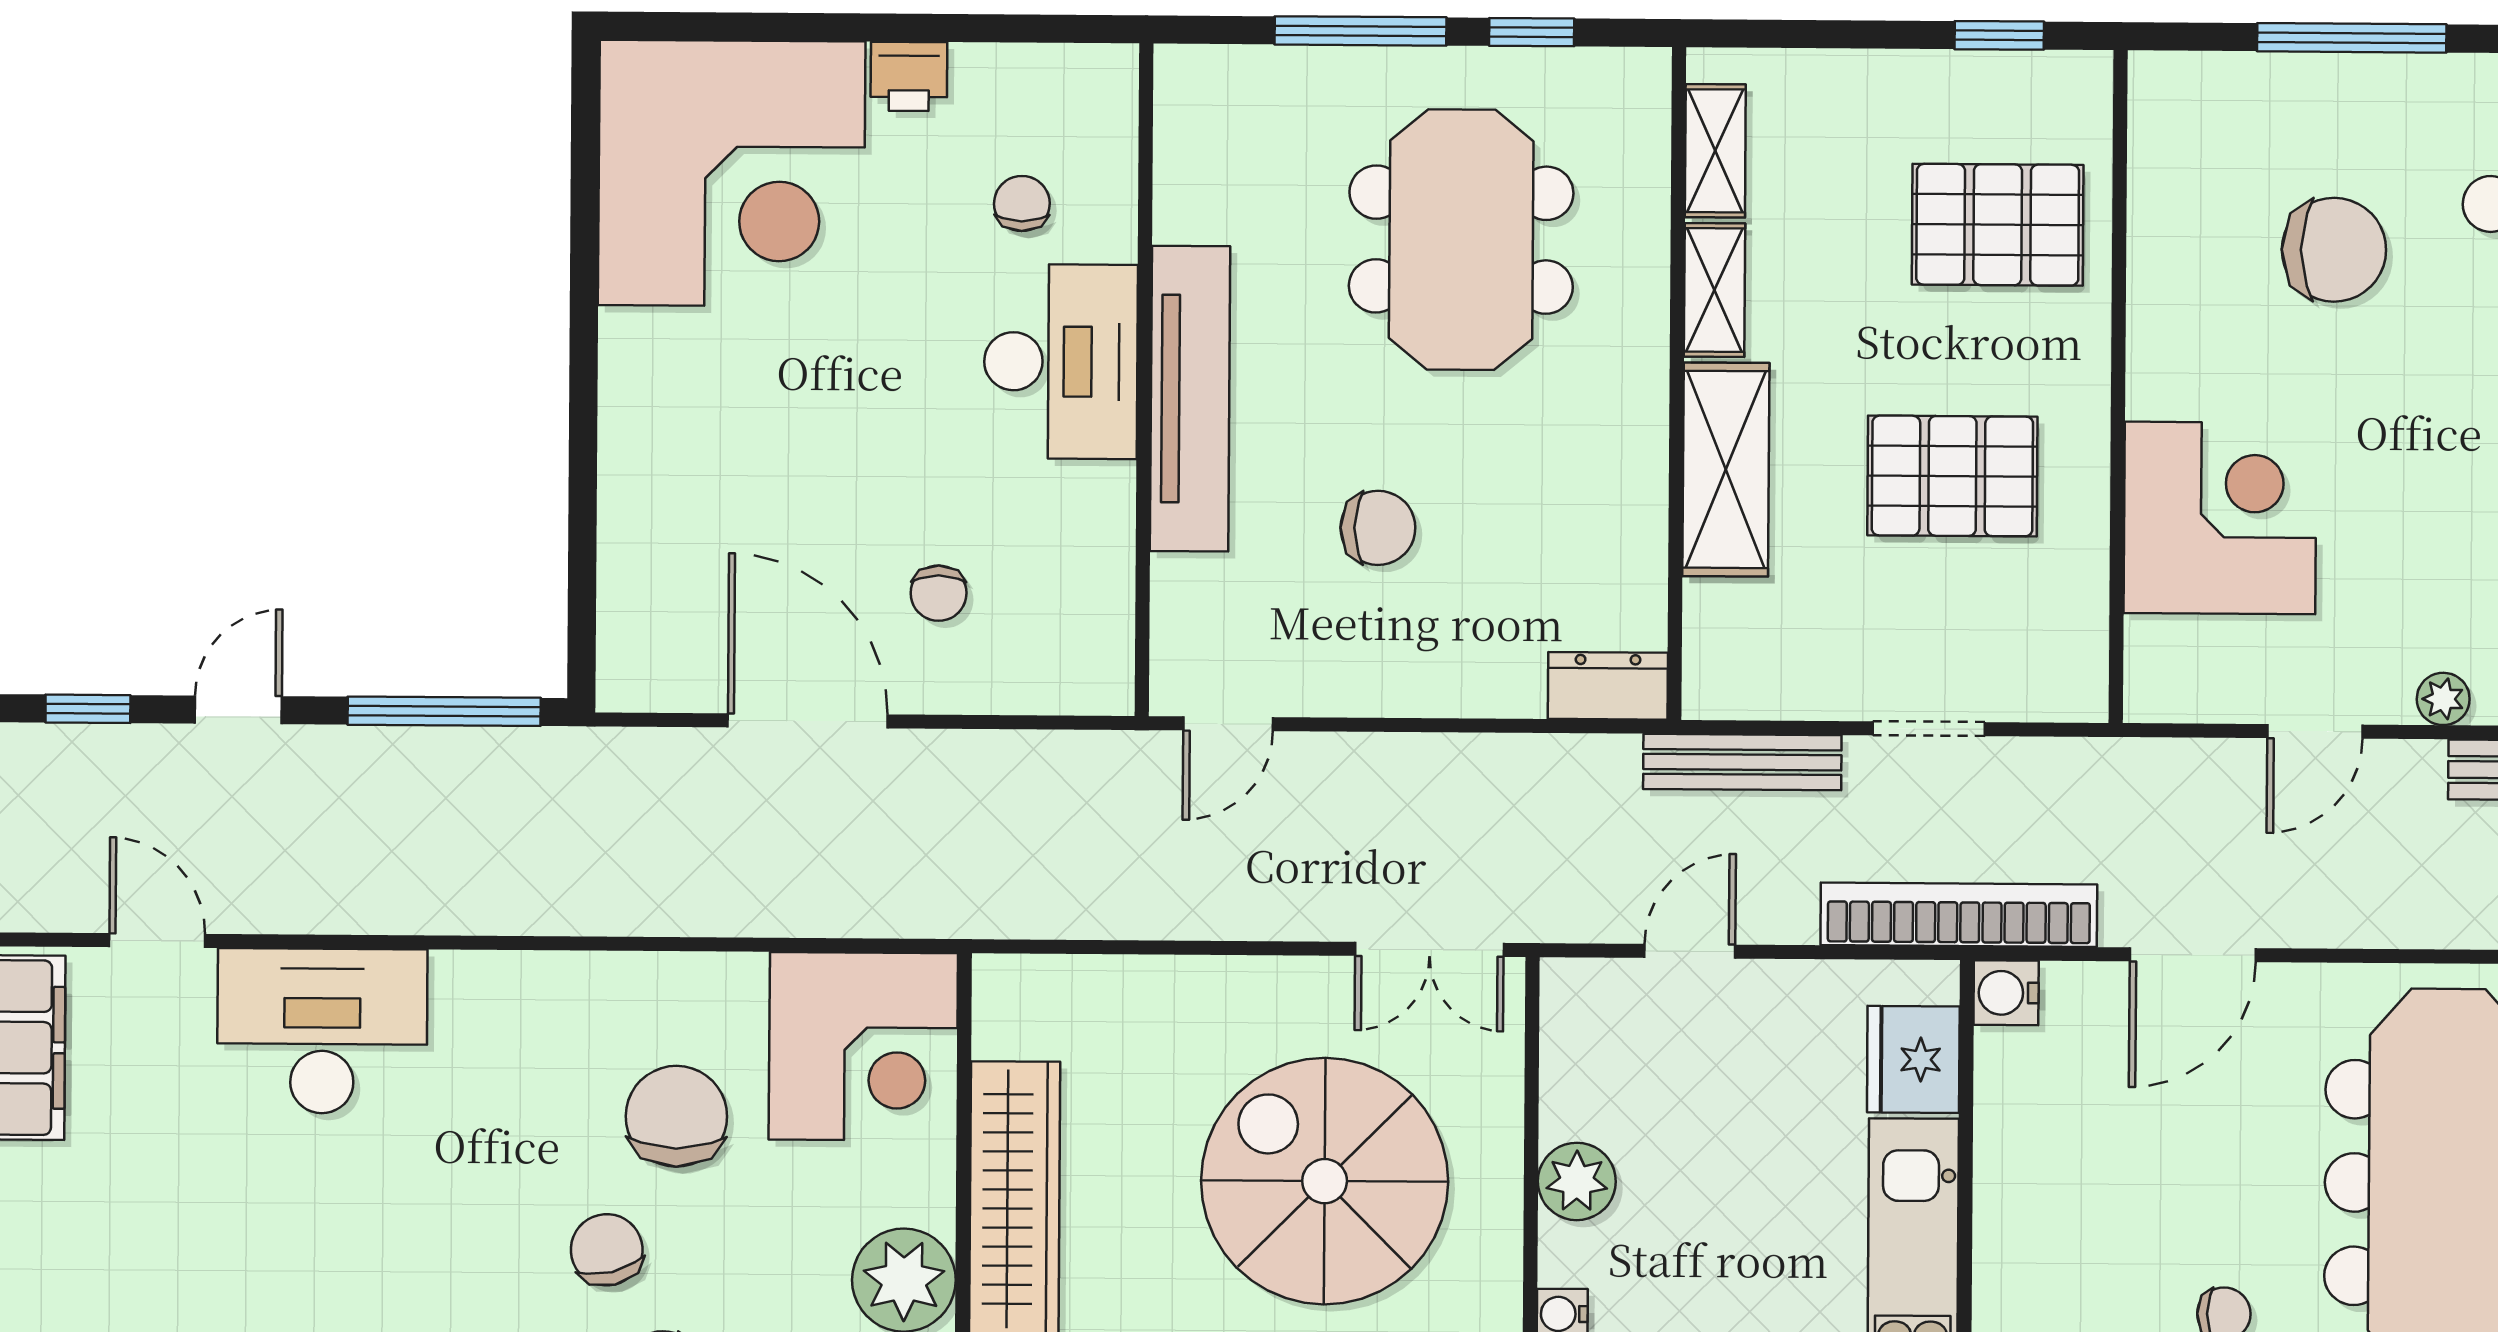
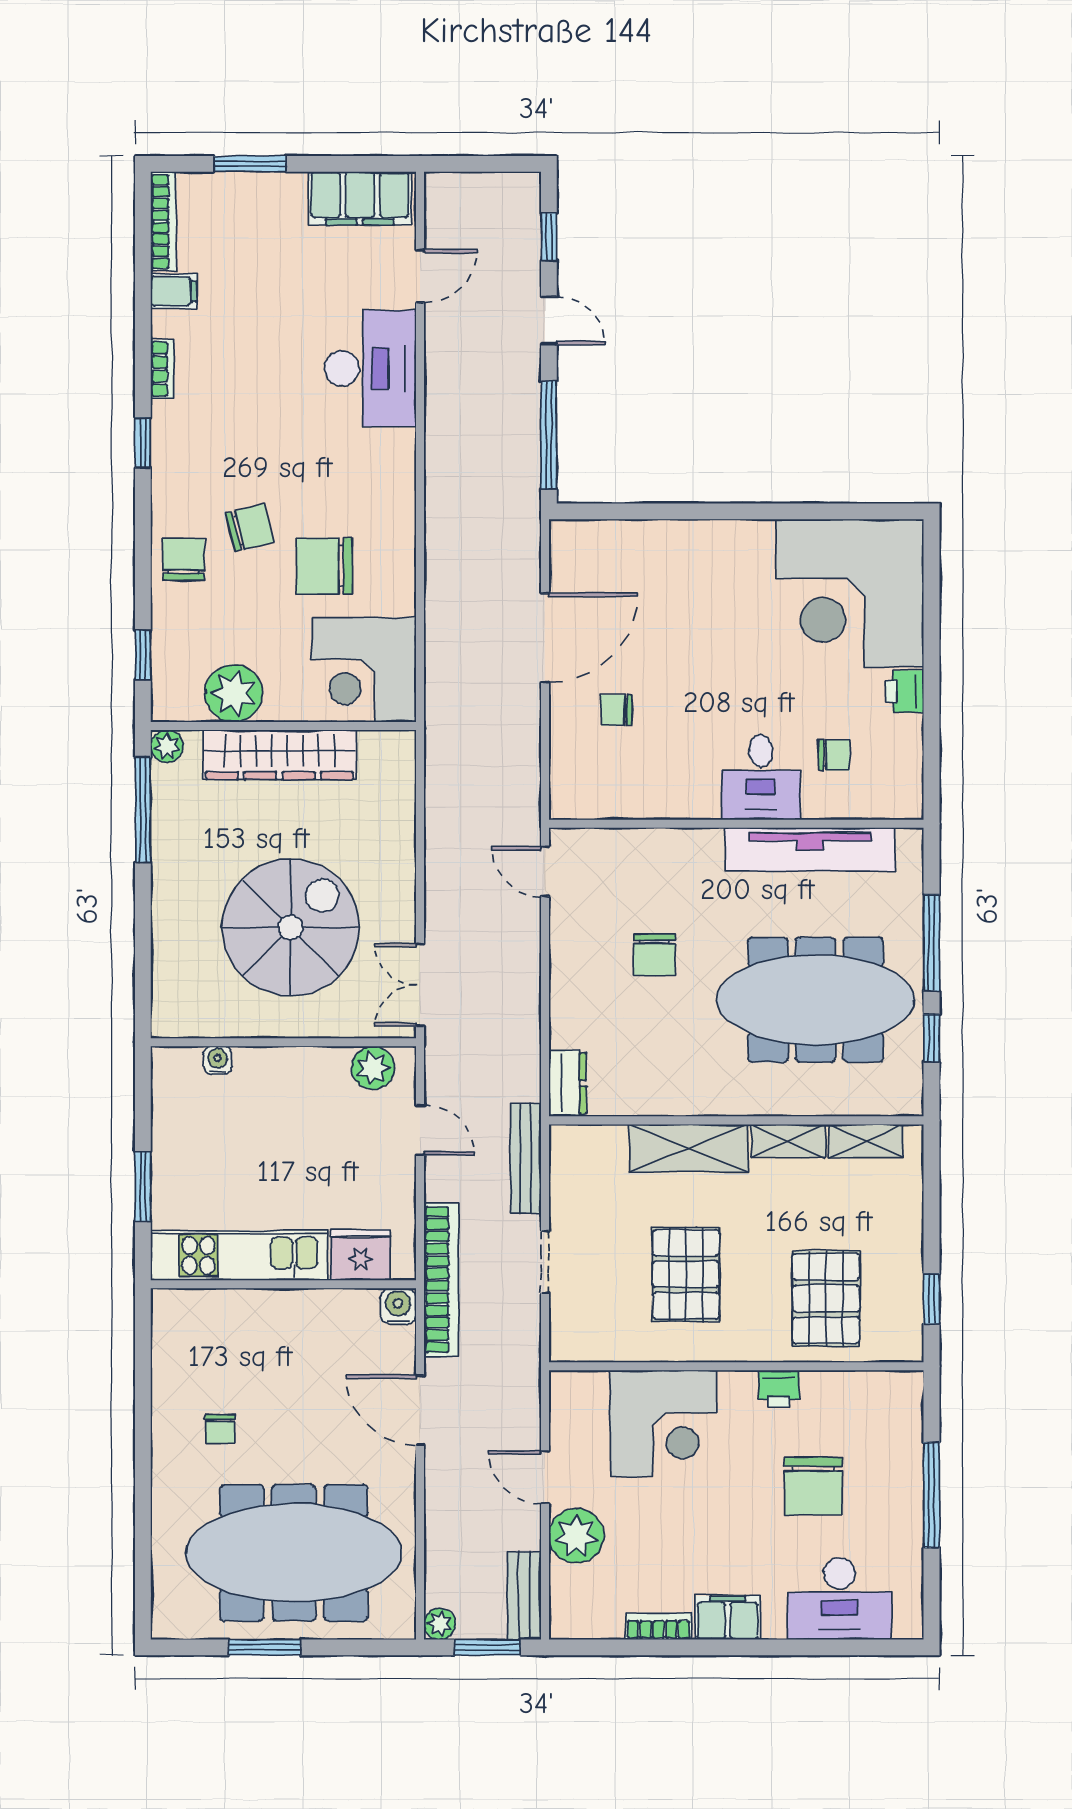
meeting table: (1461, 240) -> (816, 1000), width x1.36
printer: (2159, 310) -> (779, 1389), added
desk: (1061, 362) -> (761, 777), width x0.73
tv unit: (1190, 399) -> (810, 849), moved
plant: (2443, 699) -> (576, 1536), width x1.88, depth x1.88
chair: (676, 1116) -> (324, 566), turned 180
plant: (1577, 1181) -> (373, 1068), moved

